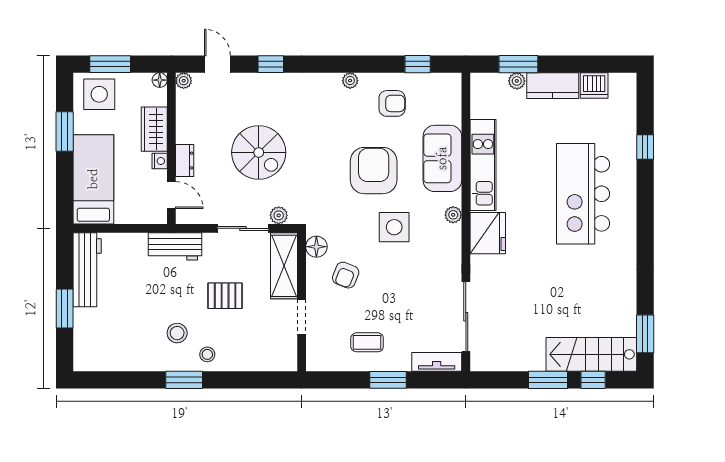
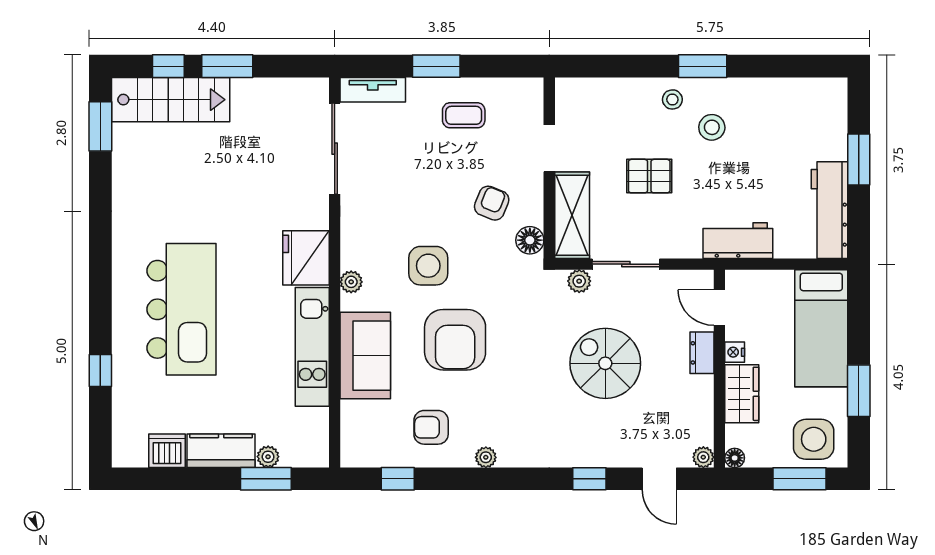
workbench: (175, 246) -> (738, 241), moved

